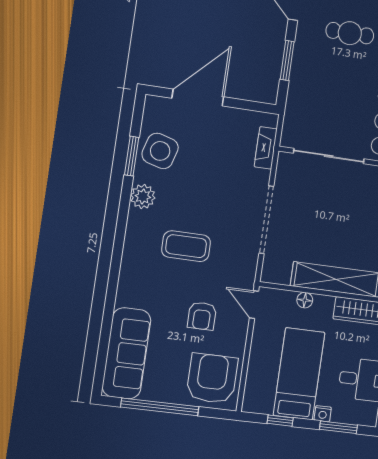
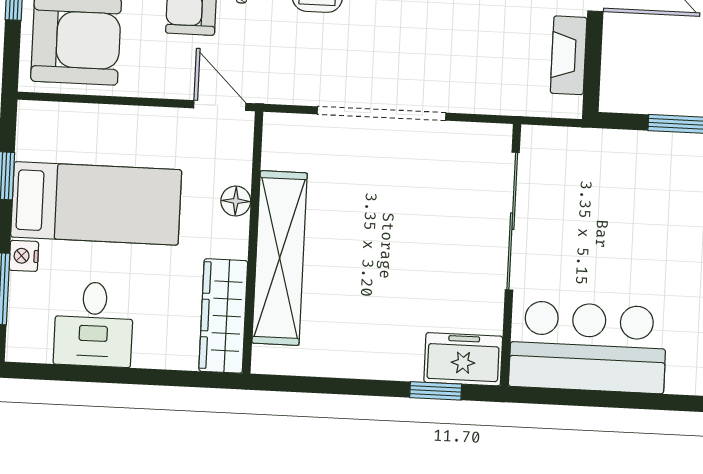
fireplace: (266, 148) -> (569, 55), moved, turned -90
door: (254, 305) -> (220, 106), hinge flipped

